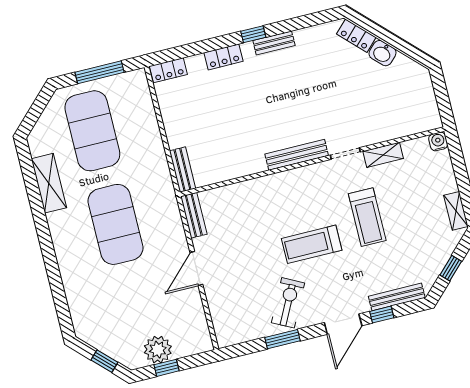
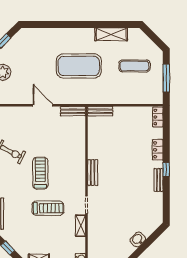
locker: (356, 36) -> (151, 227), removed
exercise mat: (92, 131) -> (134, 66), width x0.50, depth x0.69
bench: (297, 155) -> (93, 173), width x0.73
treadmill: (367, 217) -> (48, 208), turned 180

